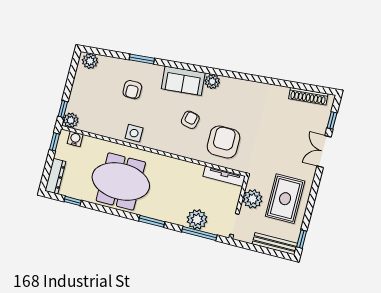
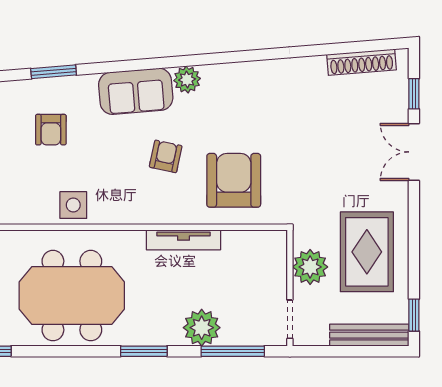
tv unit: (224, 176) -> (183, 240), moved
plant: (197, 219) -> (202, 328), moved

